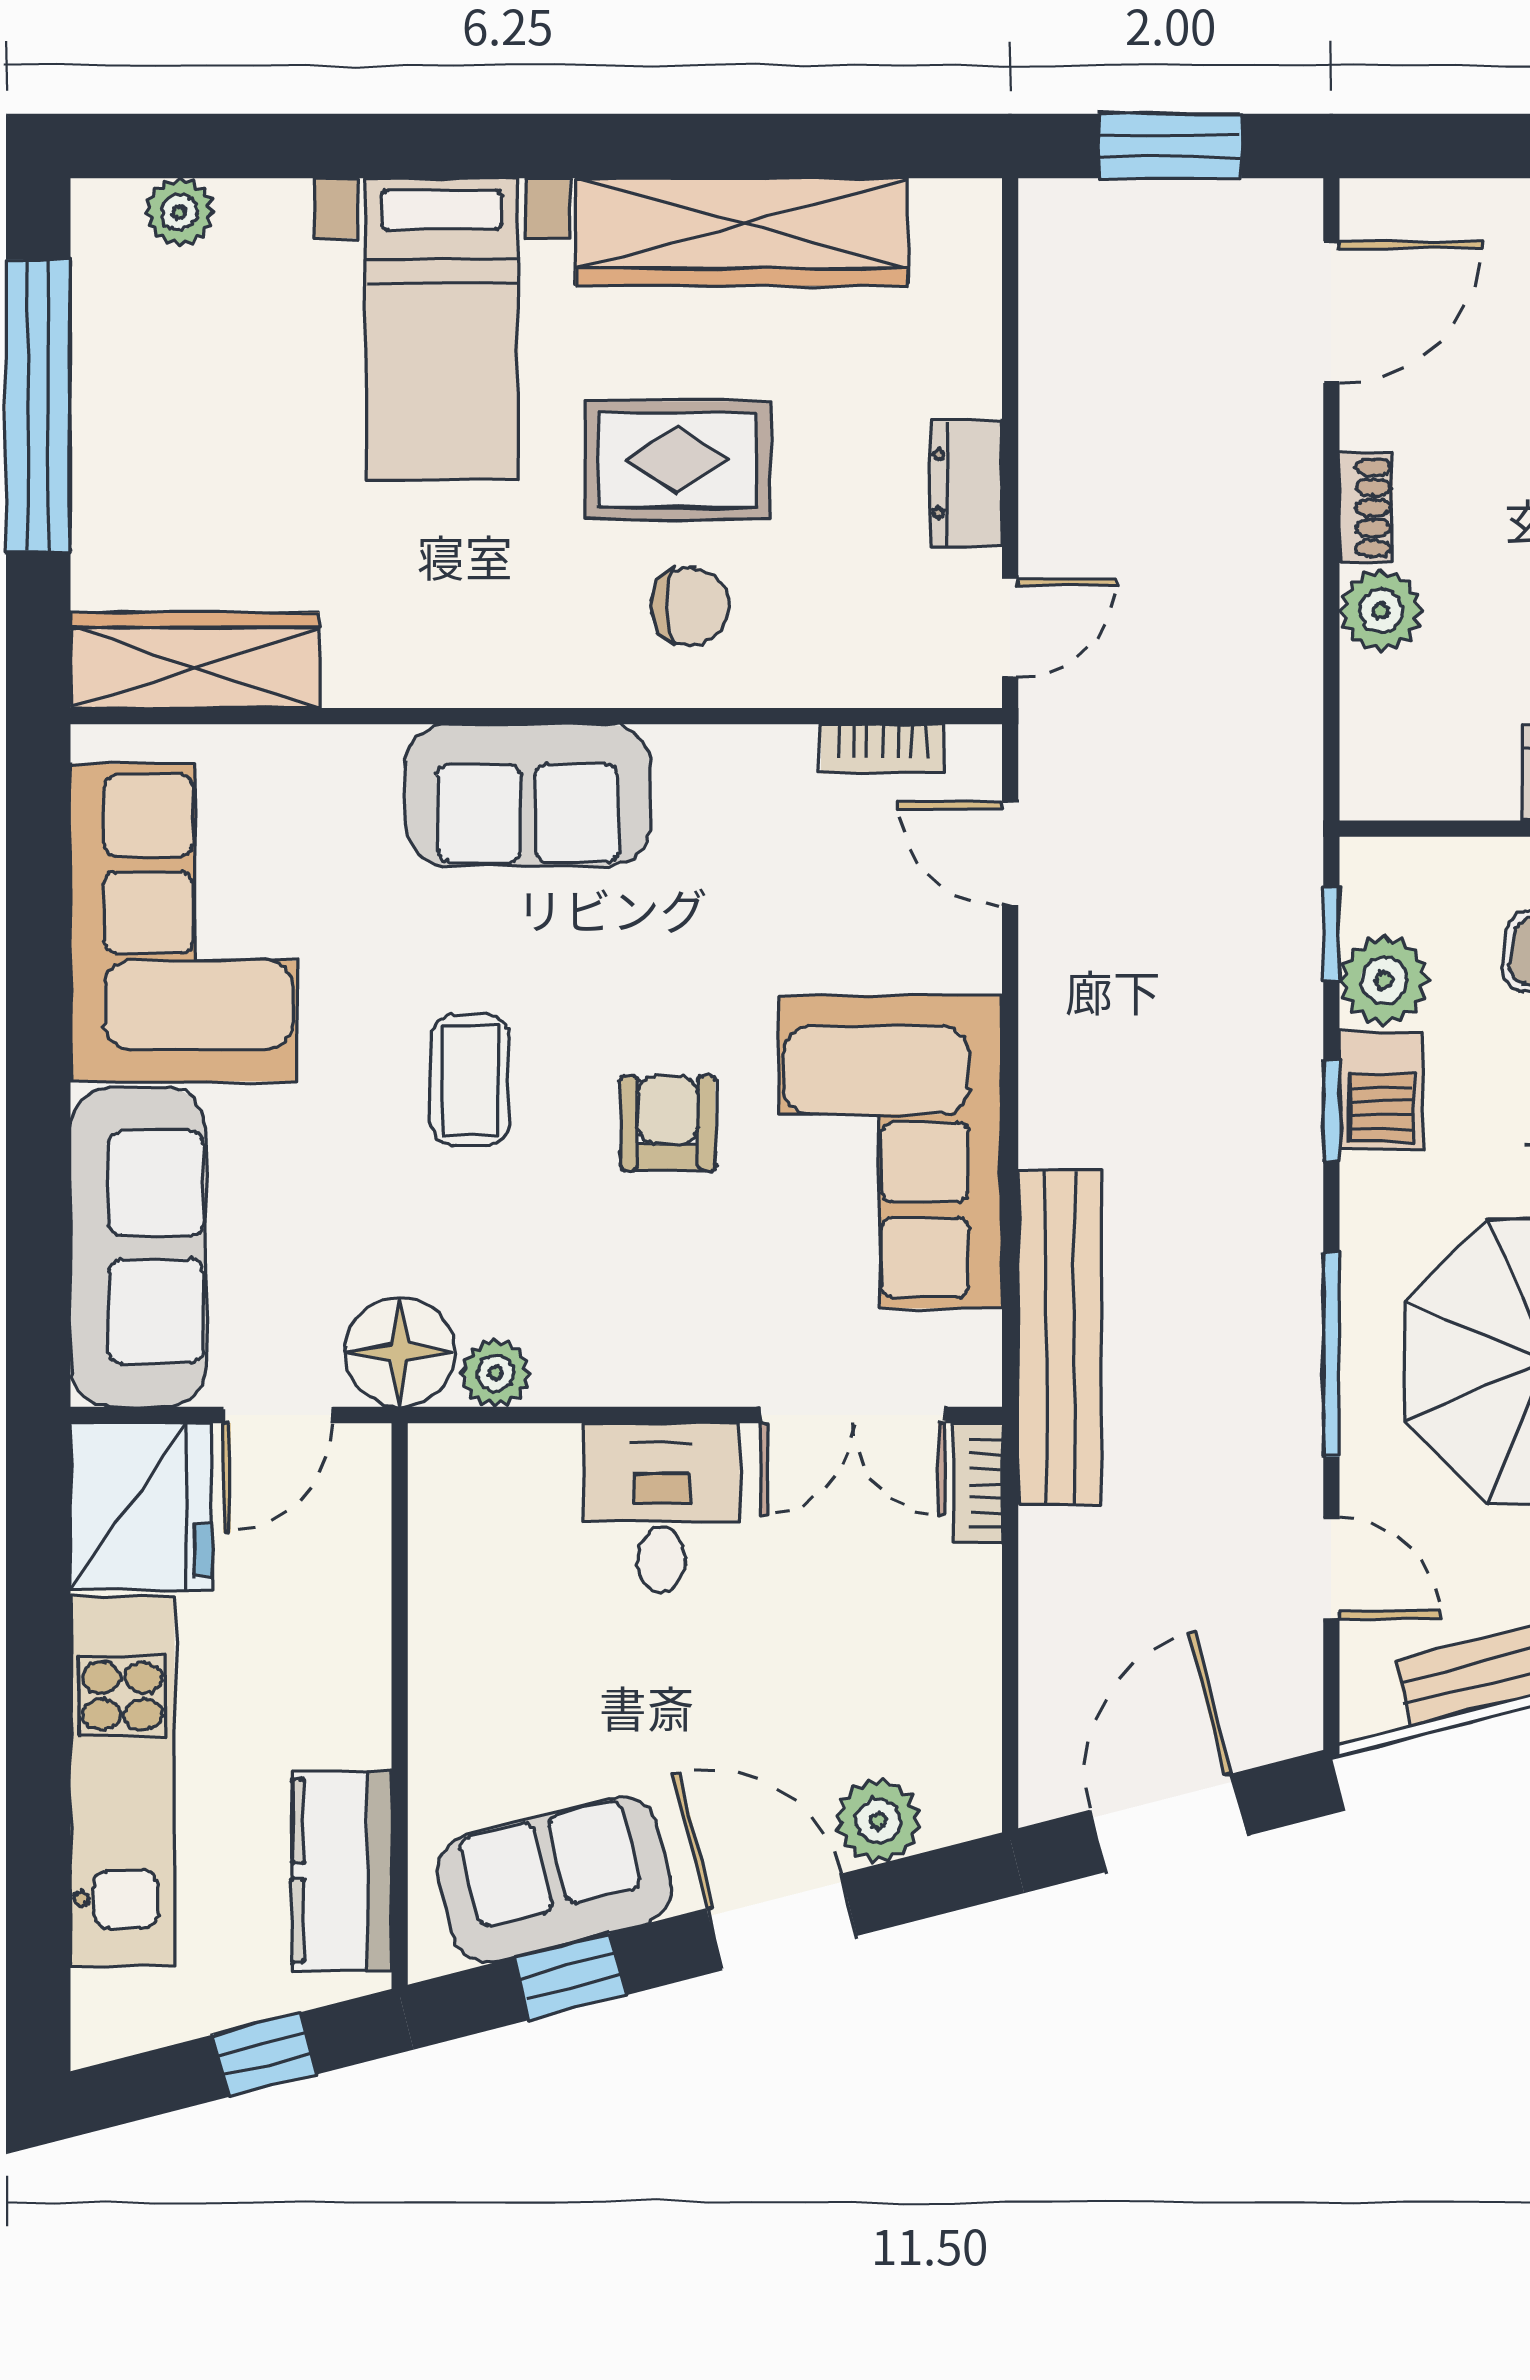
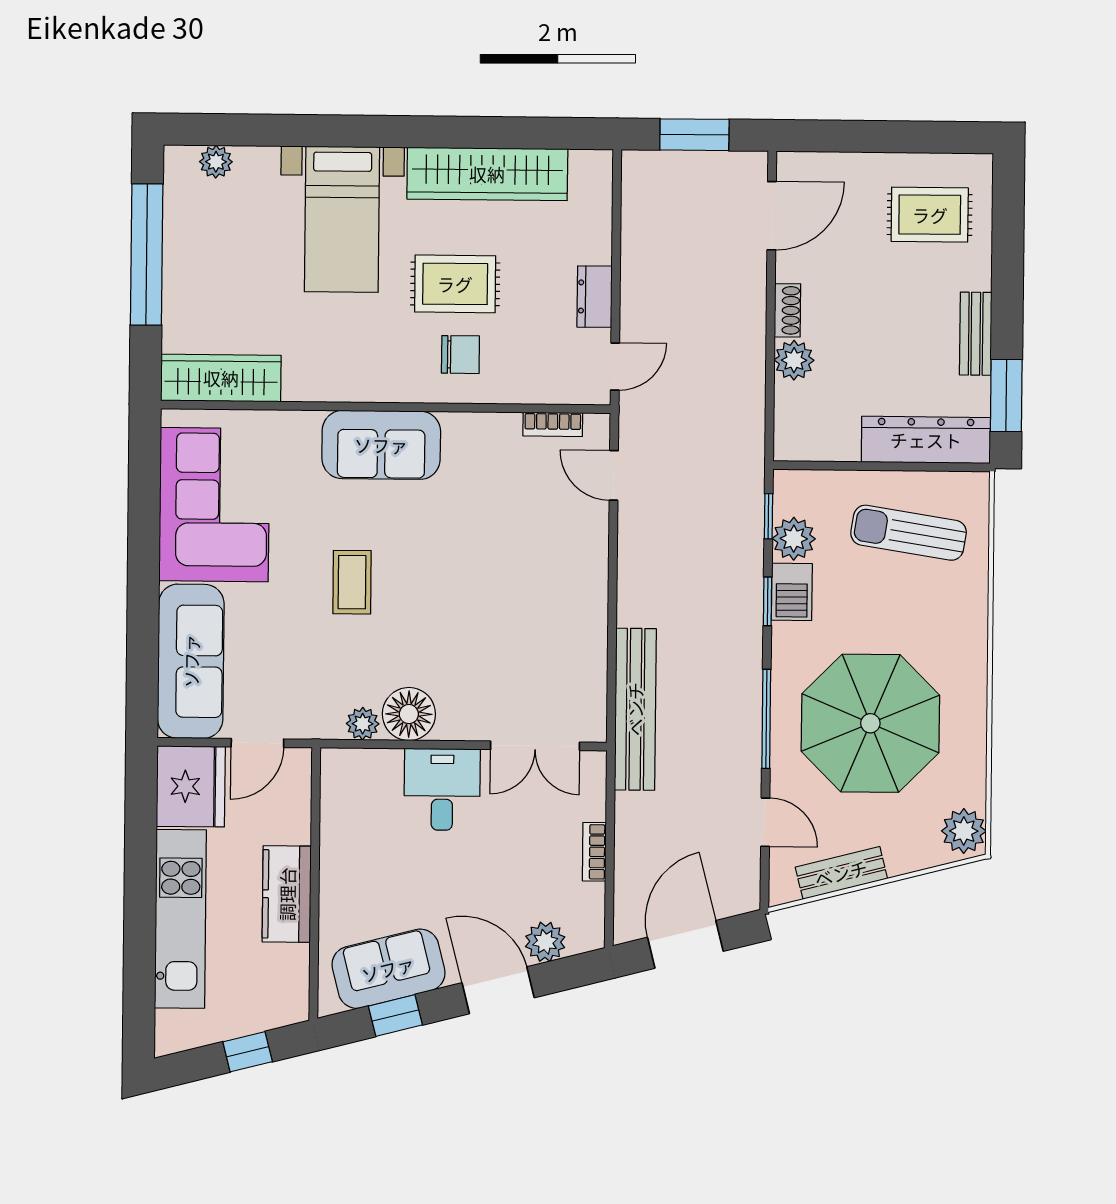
armchair: (668, 1123) -> (447, 604), removed
corner sofa: (890, 1152) -> (554, 619), removed
floor lamp: (400, 1352) -> (409, 714), moved
bookcase: (978, 1483) -> (594, 852), moved
kitchen counter: (342, 1871) -> (287, 894), moved

